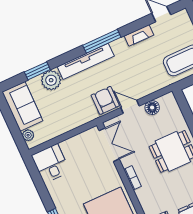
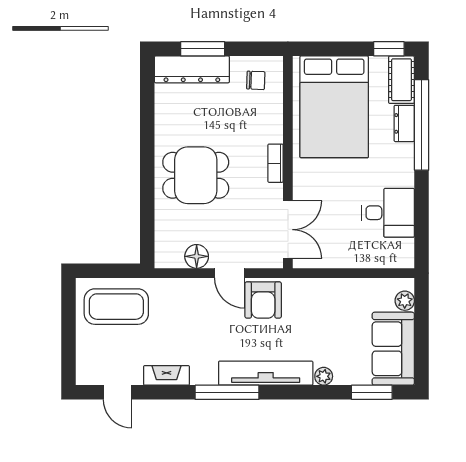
window: (37, 71) -> (372, 392), moved
plant: (51, 80) -> (324, 376), width x0.53, depth x0.53
double door: (109, 145) -> (288, 230), swing flipped
desk: (51, 163) -> (388, 213), moved, turned -90

